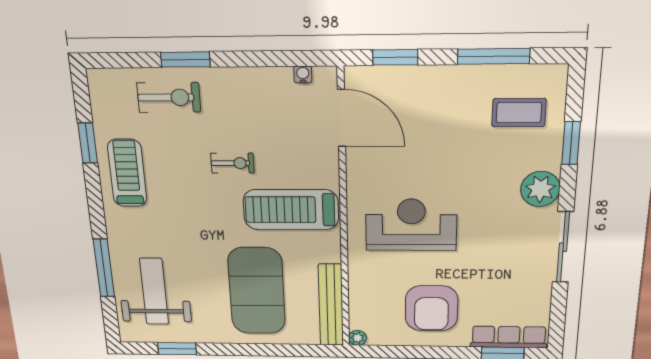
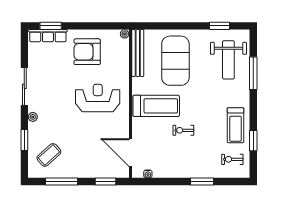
exercise bike: (169, 97) -> (232, 159), moved, width x0.73, depth x0.72
coffee table: (519, 113) -> (49, 155), turned -42
plant: (540, 189) -> (33, 117), width x0.53, depth x0.53
reception desk: (411, 225) -> (98, 98), turned 180
armchair: (431, 308) -> (87, 52), turned -90

